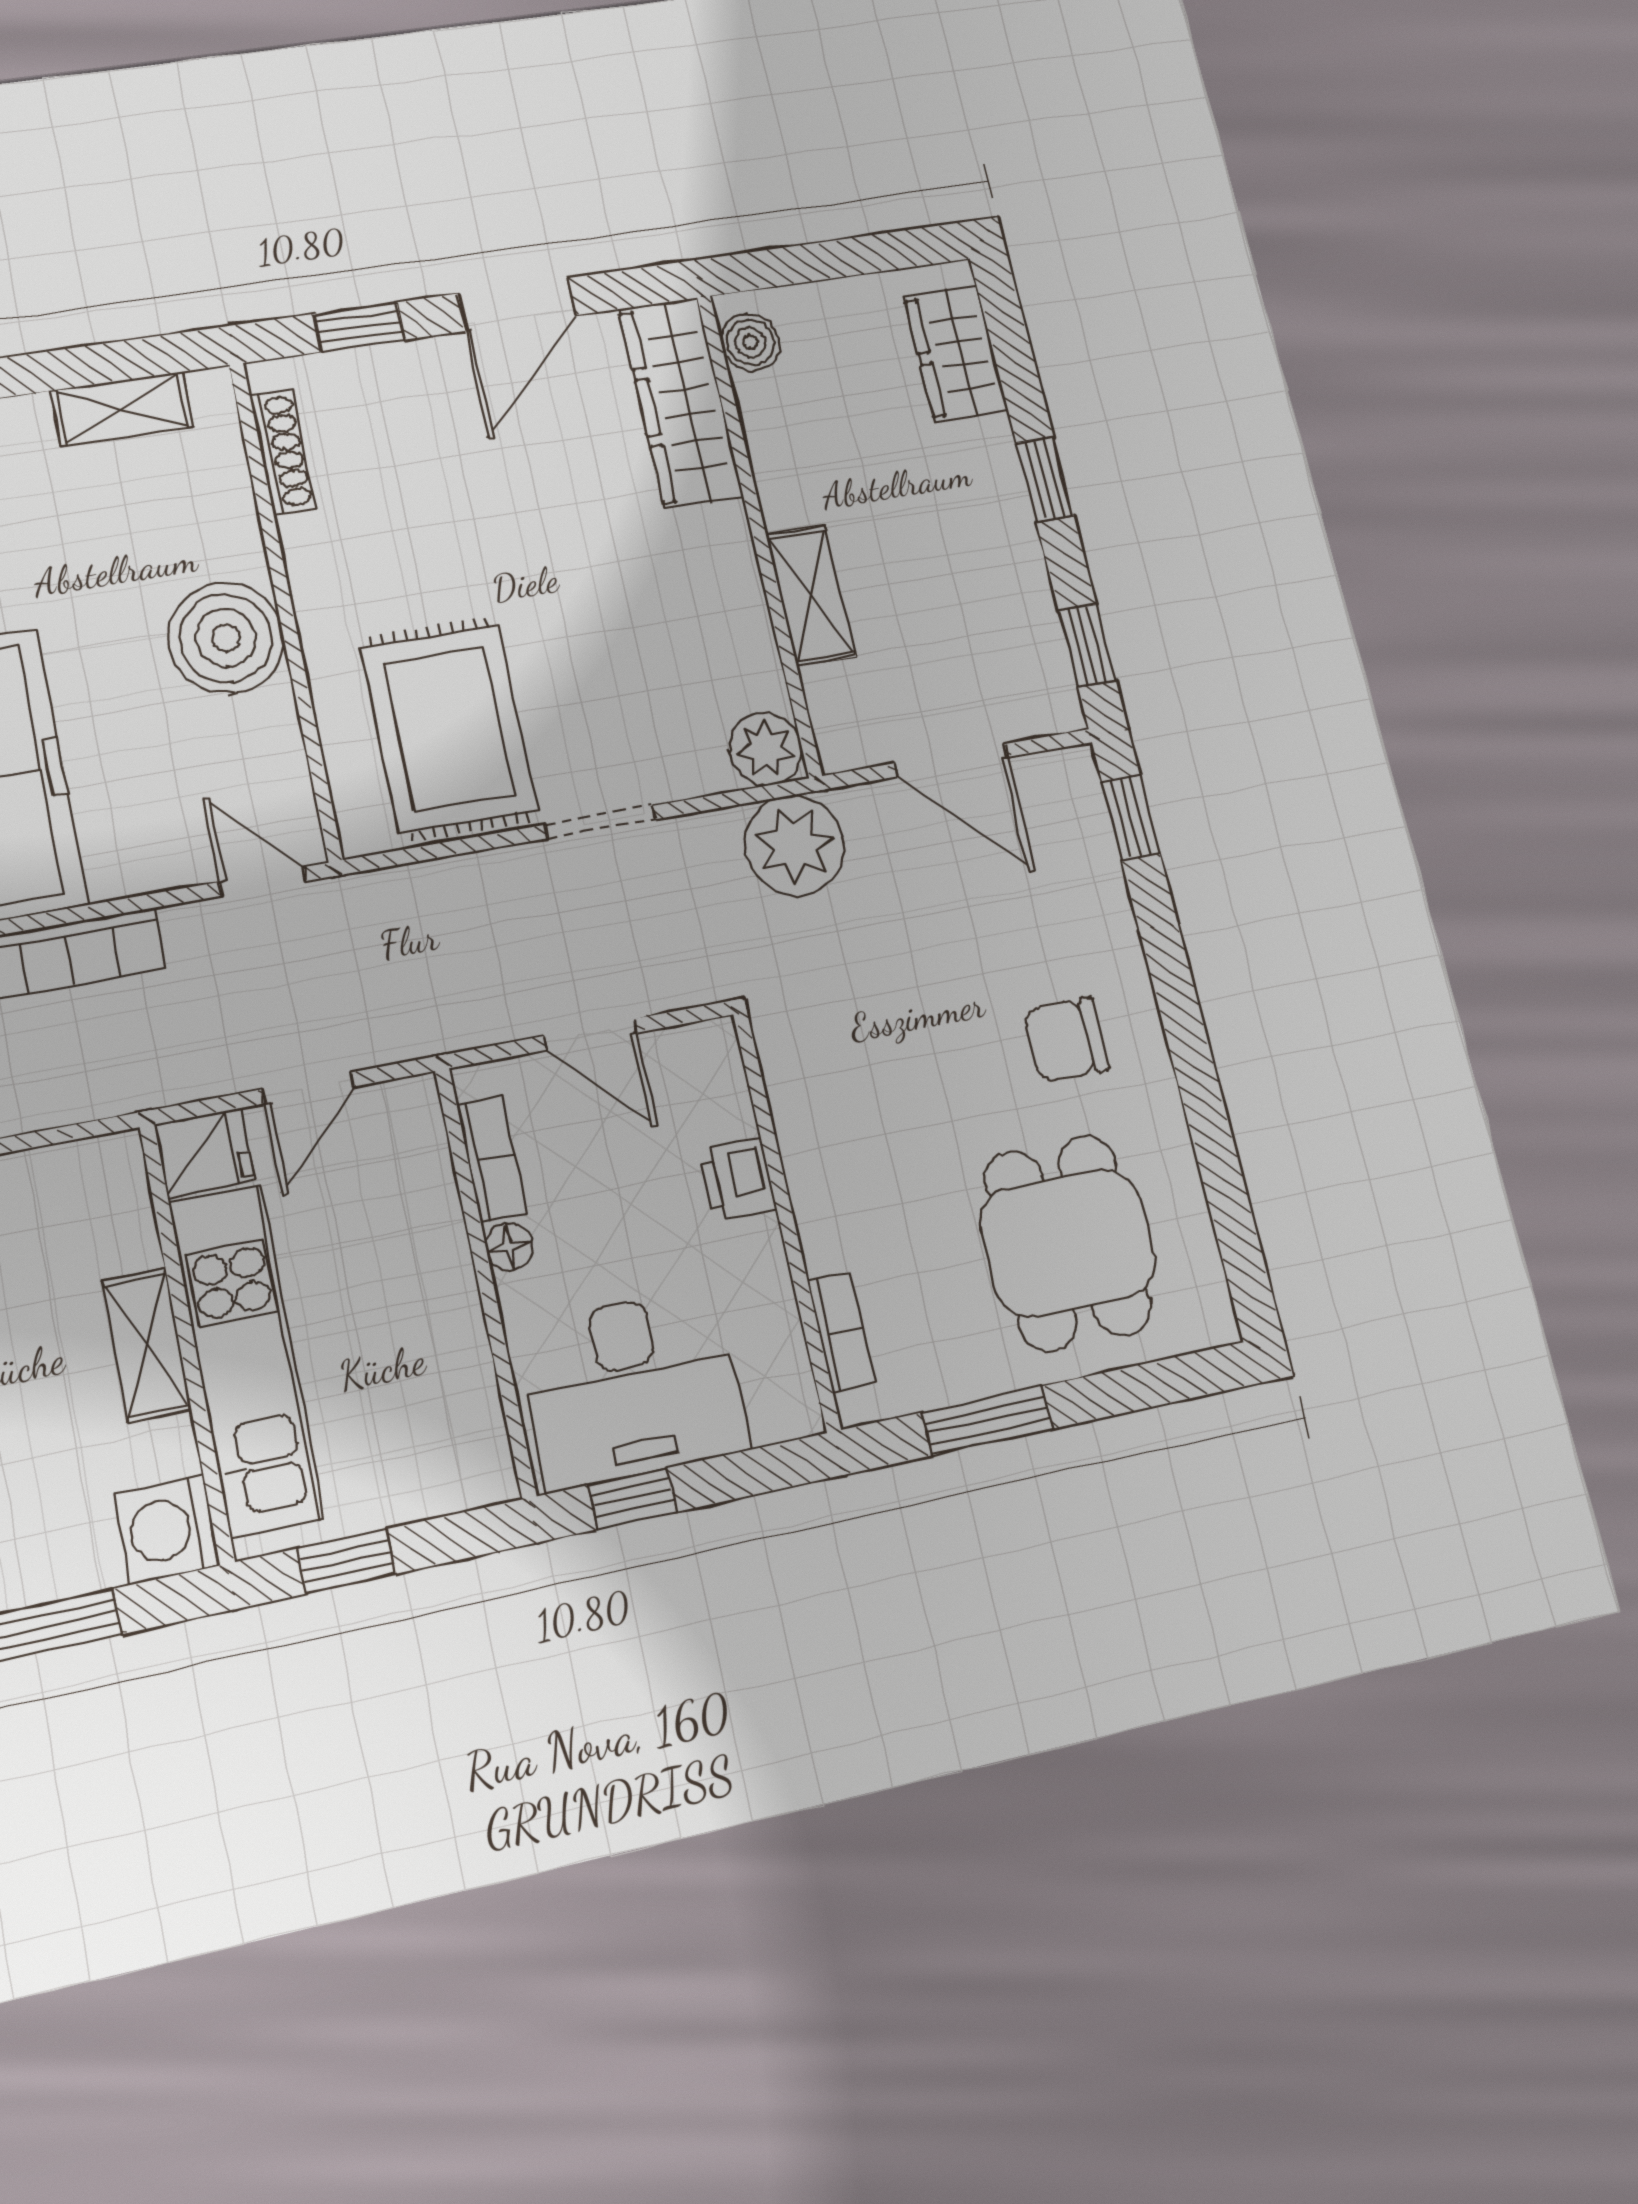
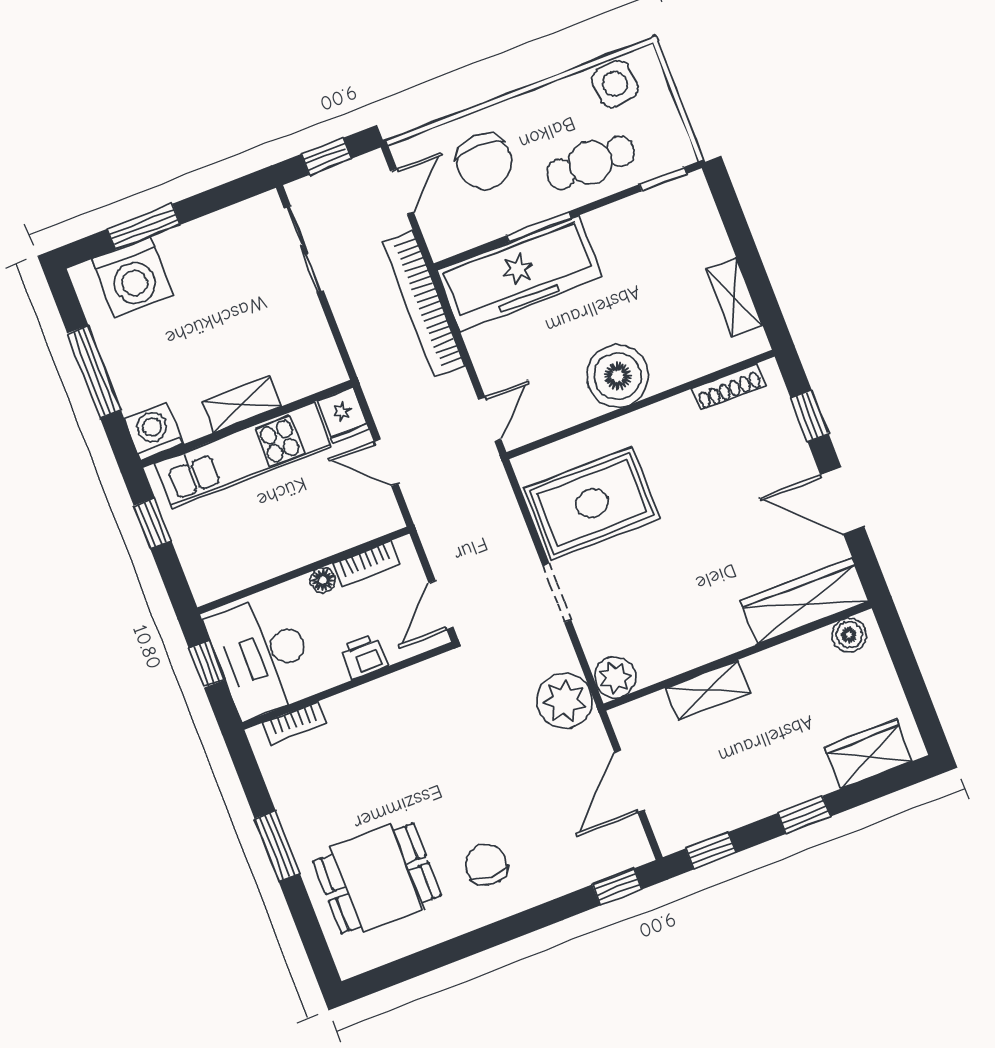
printer: (737, 1180) -> (364, 657), moved
wall: (786, 1219) -> (348, 686), moved
bookcase: (841, 1332) -> (295, 723), moved

